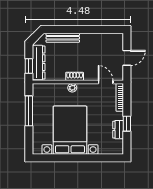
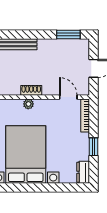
window: (106, 30) -> (68, 35), added
dresser: (118, 130) -> (83, 172), moved

